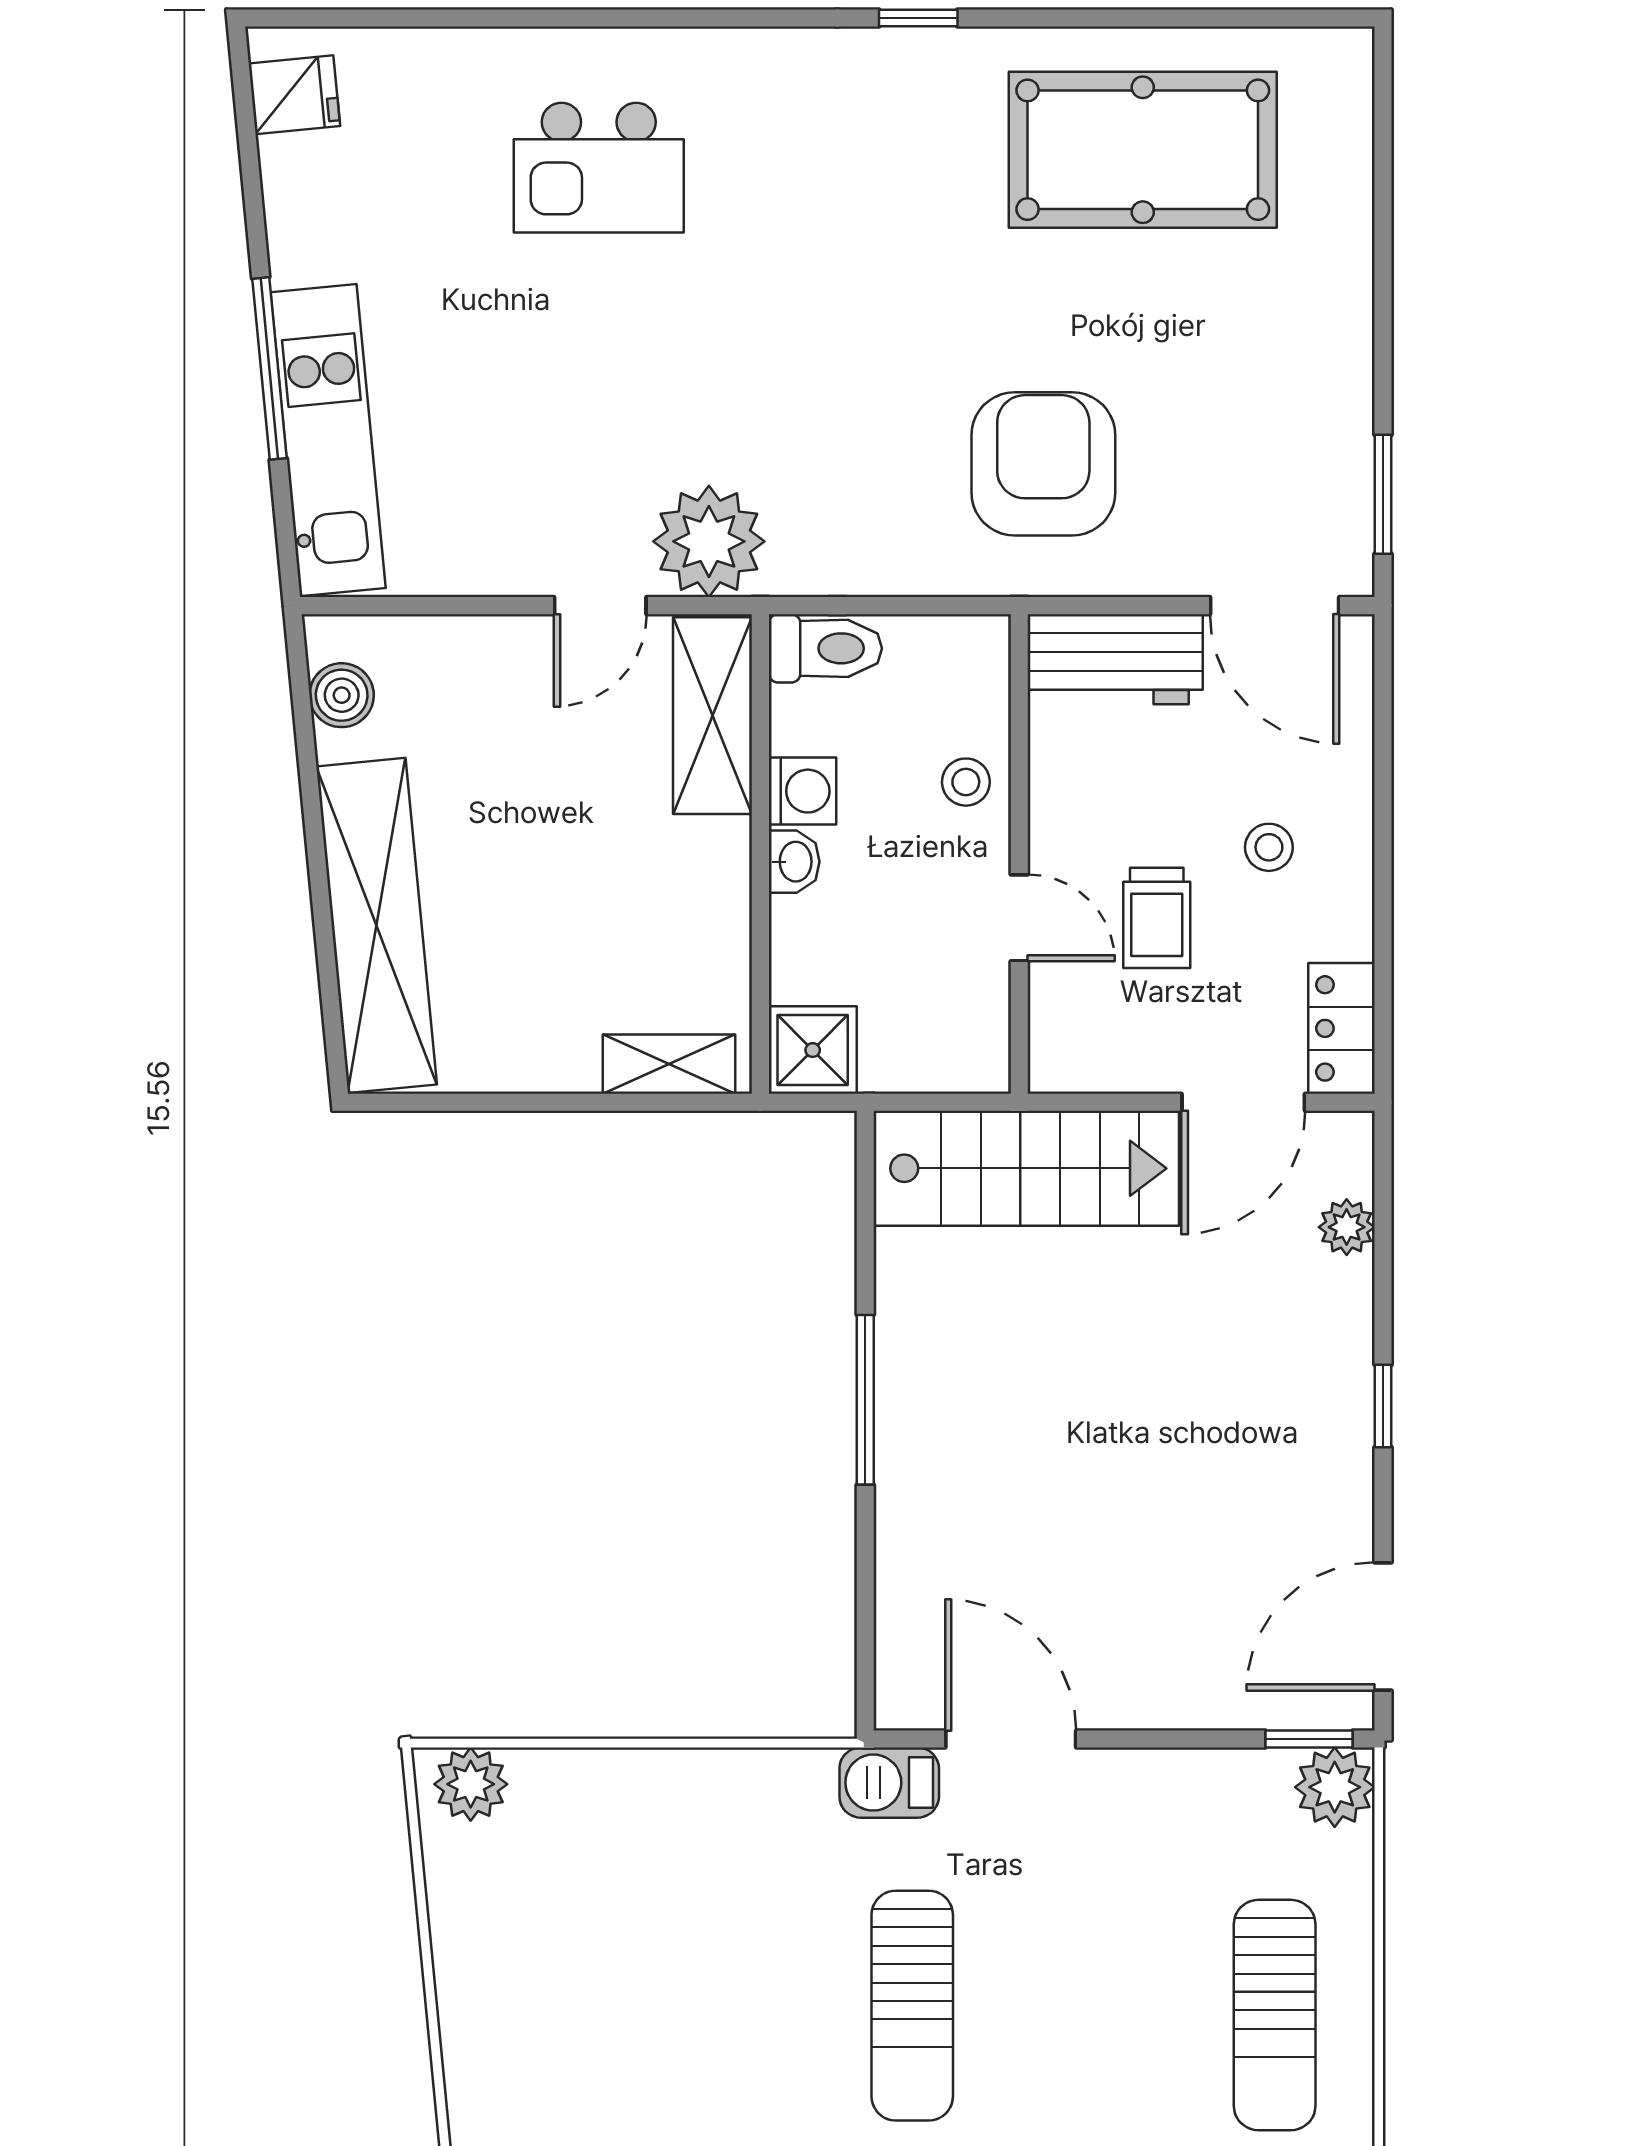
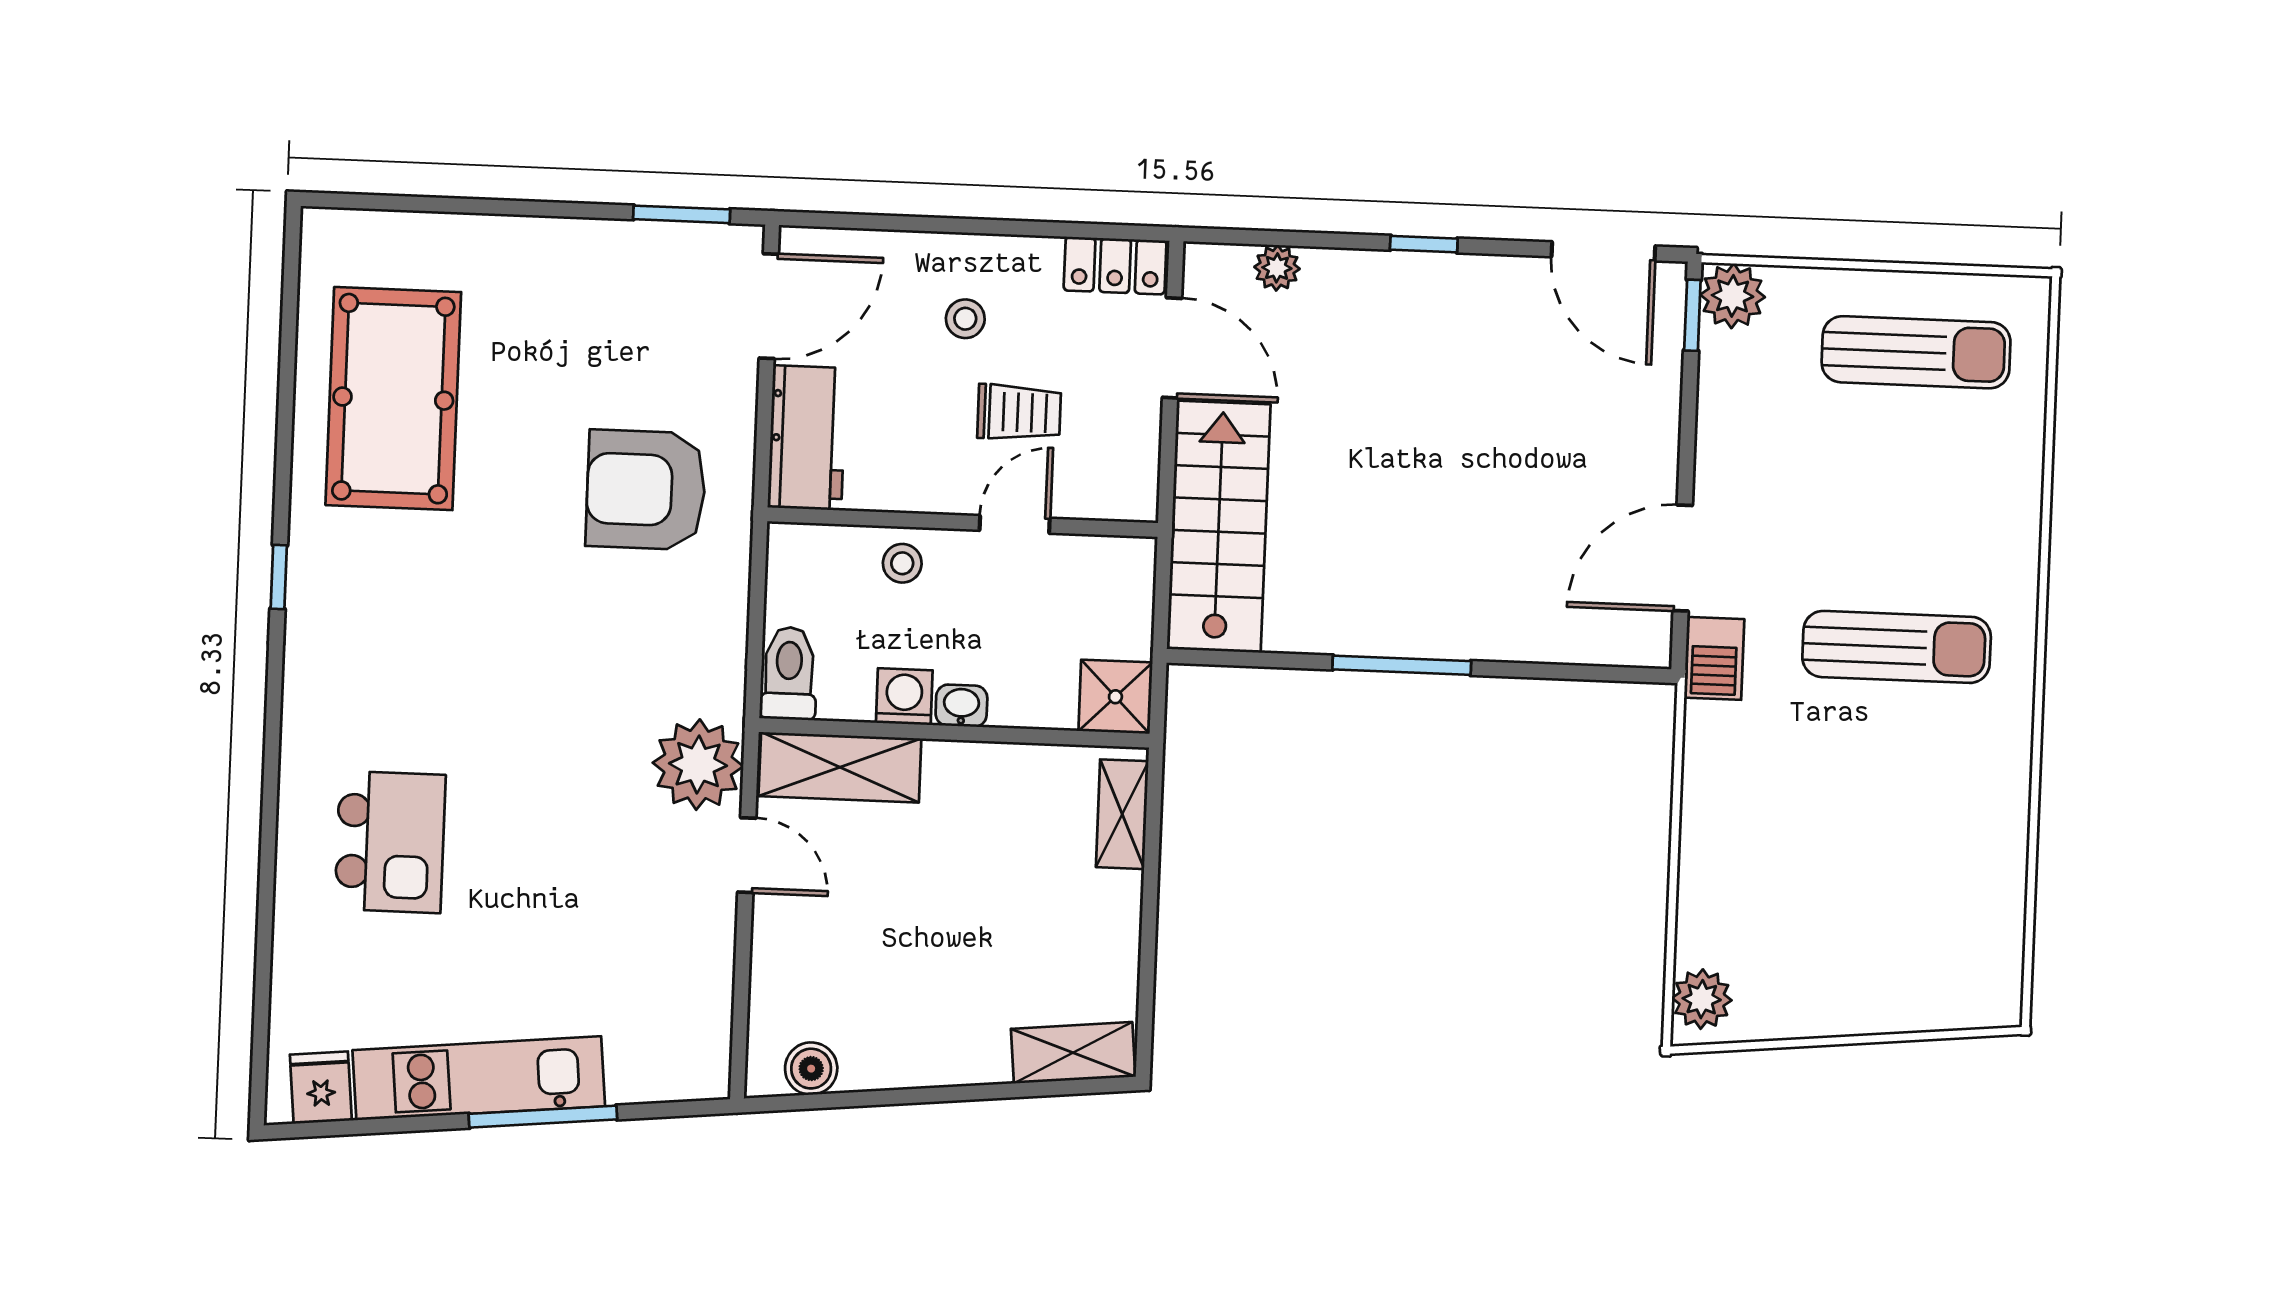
kitchen unit: (328, 440) -> (479, 1078), moved
shelving: (377, 925) -> (1073, 1053), width x0.45, depth x0.75

